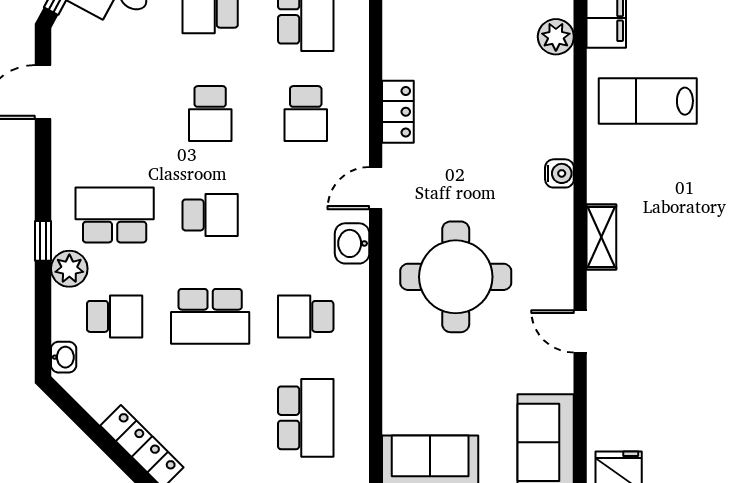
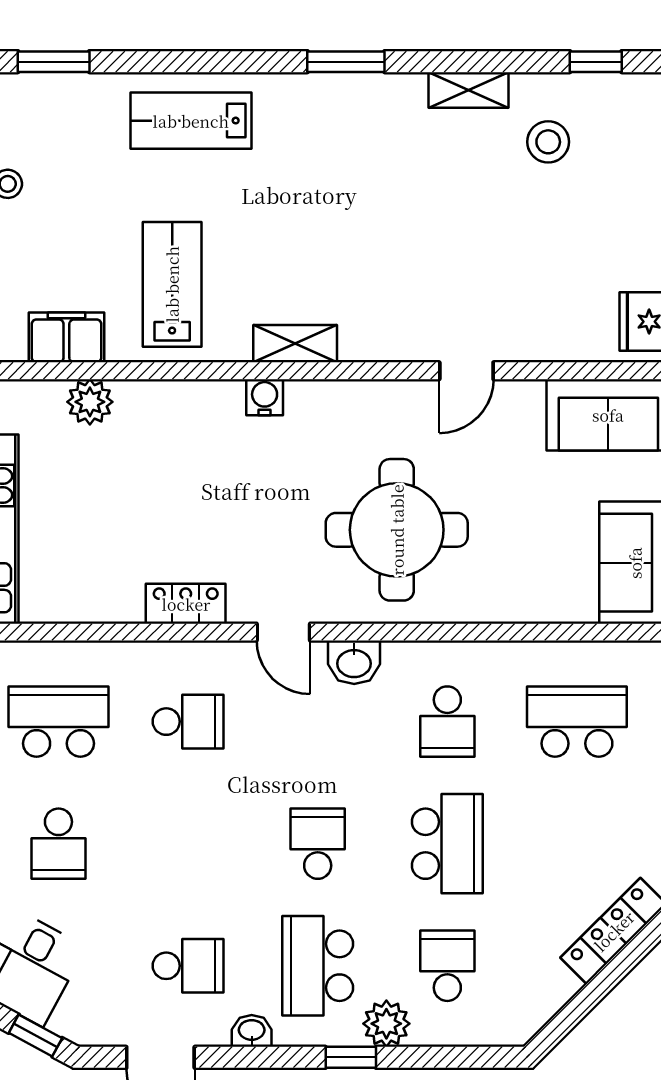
lab bench: (648, 101) -> (172, 284), turned 180
school desk: (210, 114) -> (188, 966), moved
shelving: (601, 237) -> (295, 344), moved
washbasin: (64, 357) -> (252, 1031), moved

